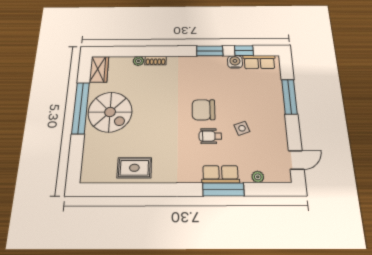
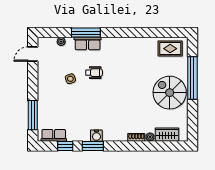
water cooler: (235, 62) -> (96, 136), moved
wardrobe: (99, 69) -> (167, 135), moved, turned 90
window: (289, 97) -> (33, 115), moved
window: (81, 108) -> (192, 78), moved
chair: (203, 110) -> (99, 94), removed
rug: (134, 168) -> (170, 49), moved

